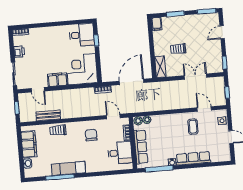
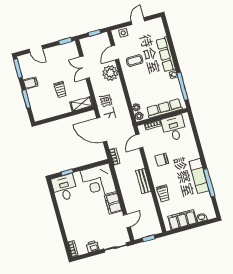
filing cabinet: (157, 24) -> (31, 83), moved
plant: (185, 101) -> (110, 73), added
bench: (48, 115) -> (143, 181), moved

